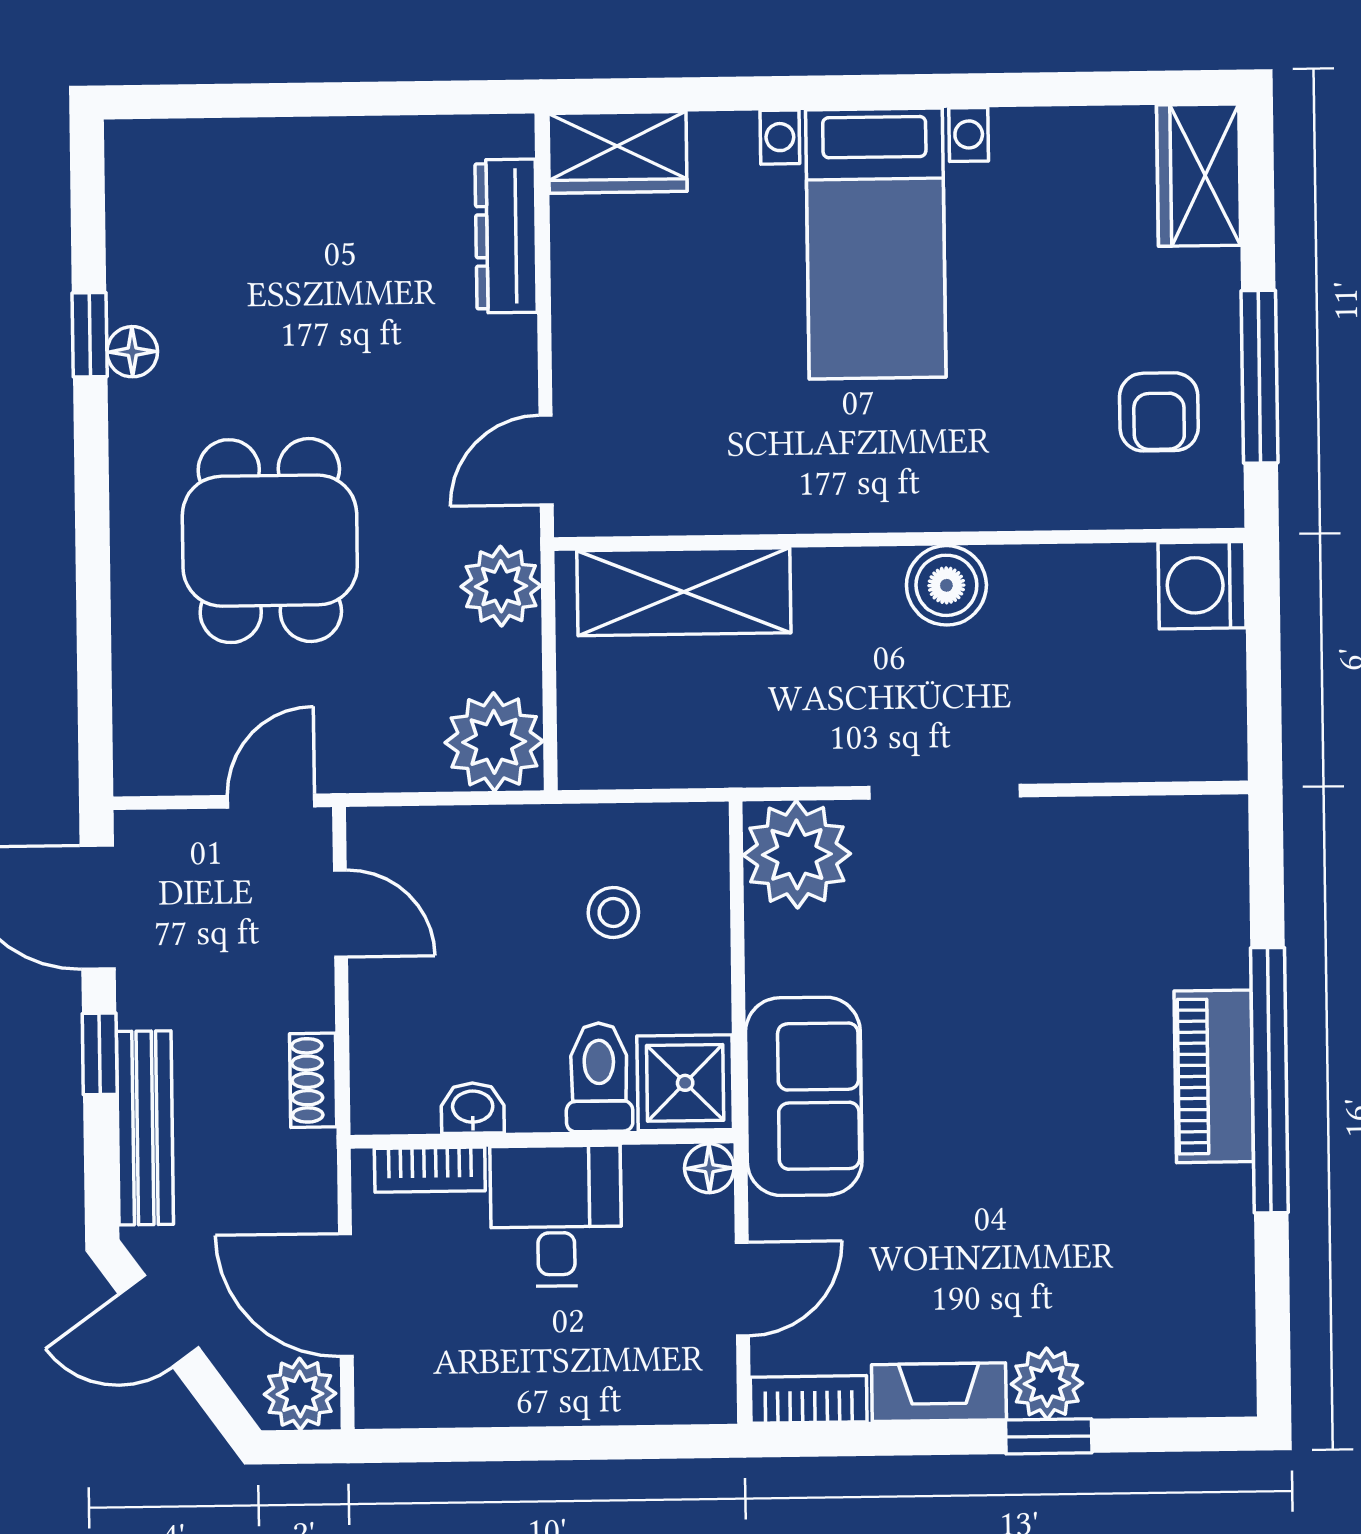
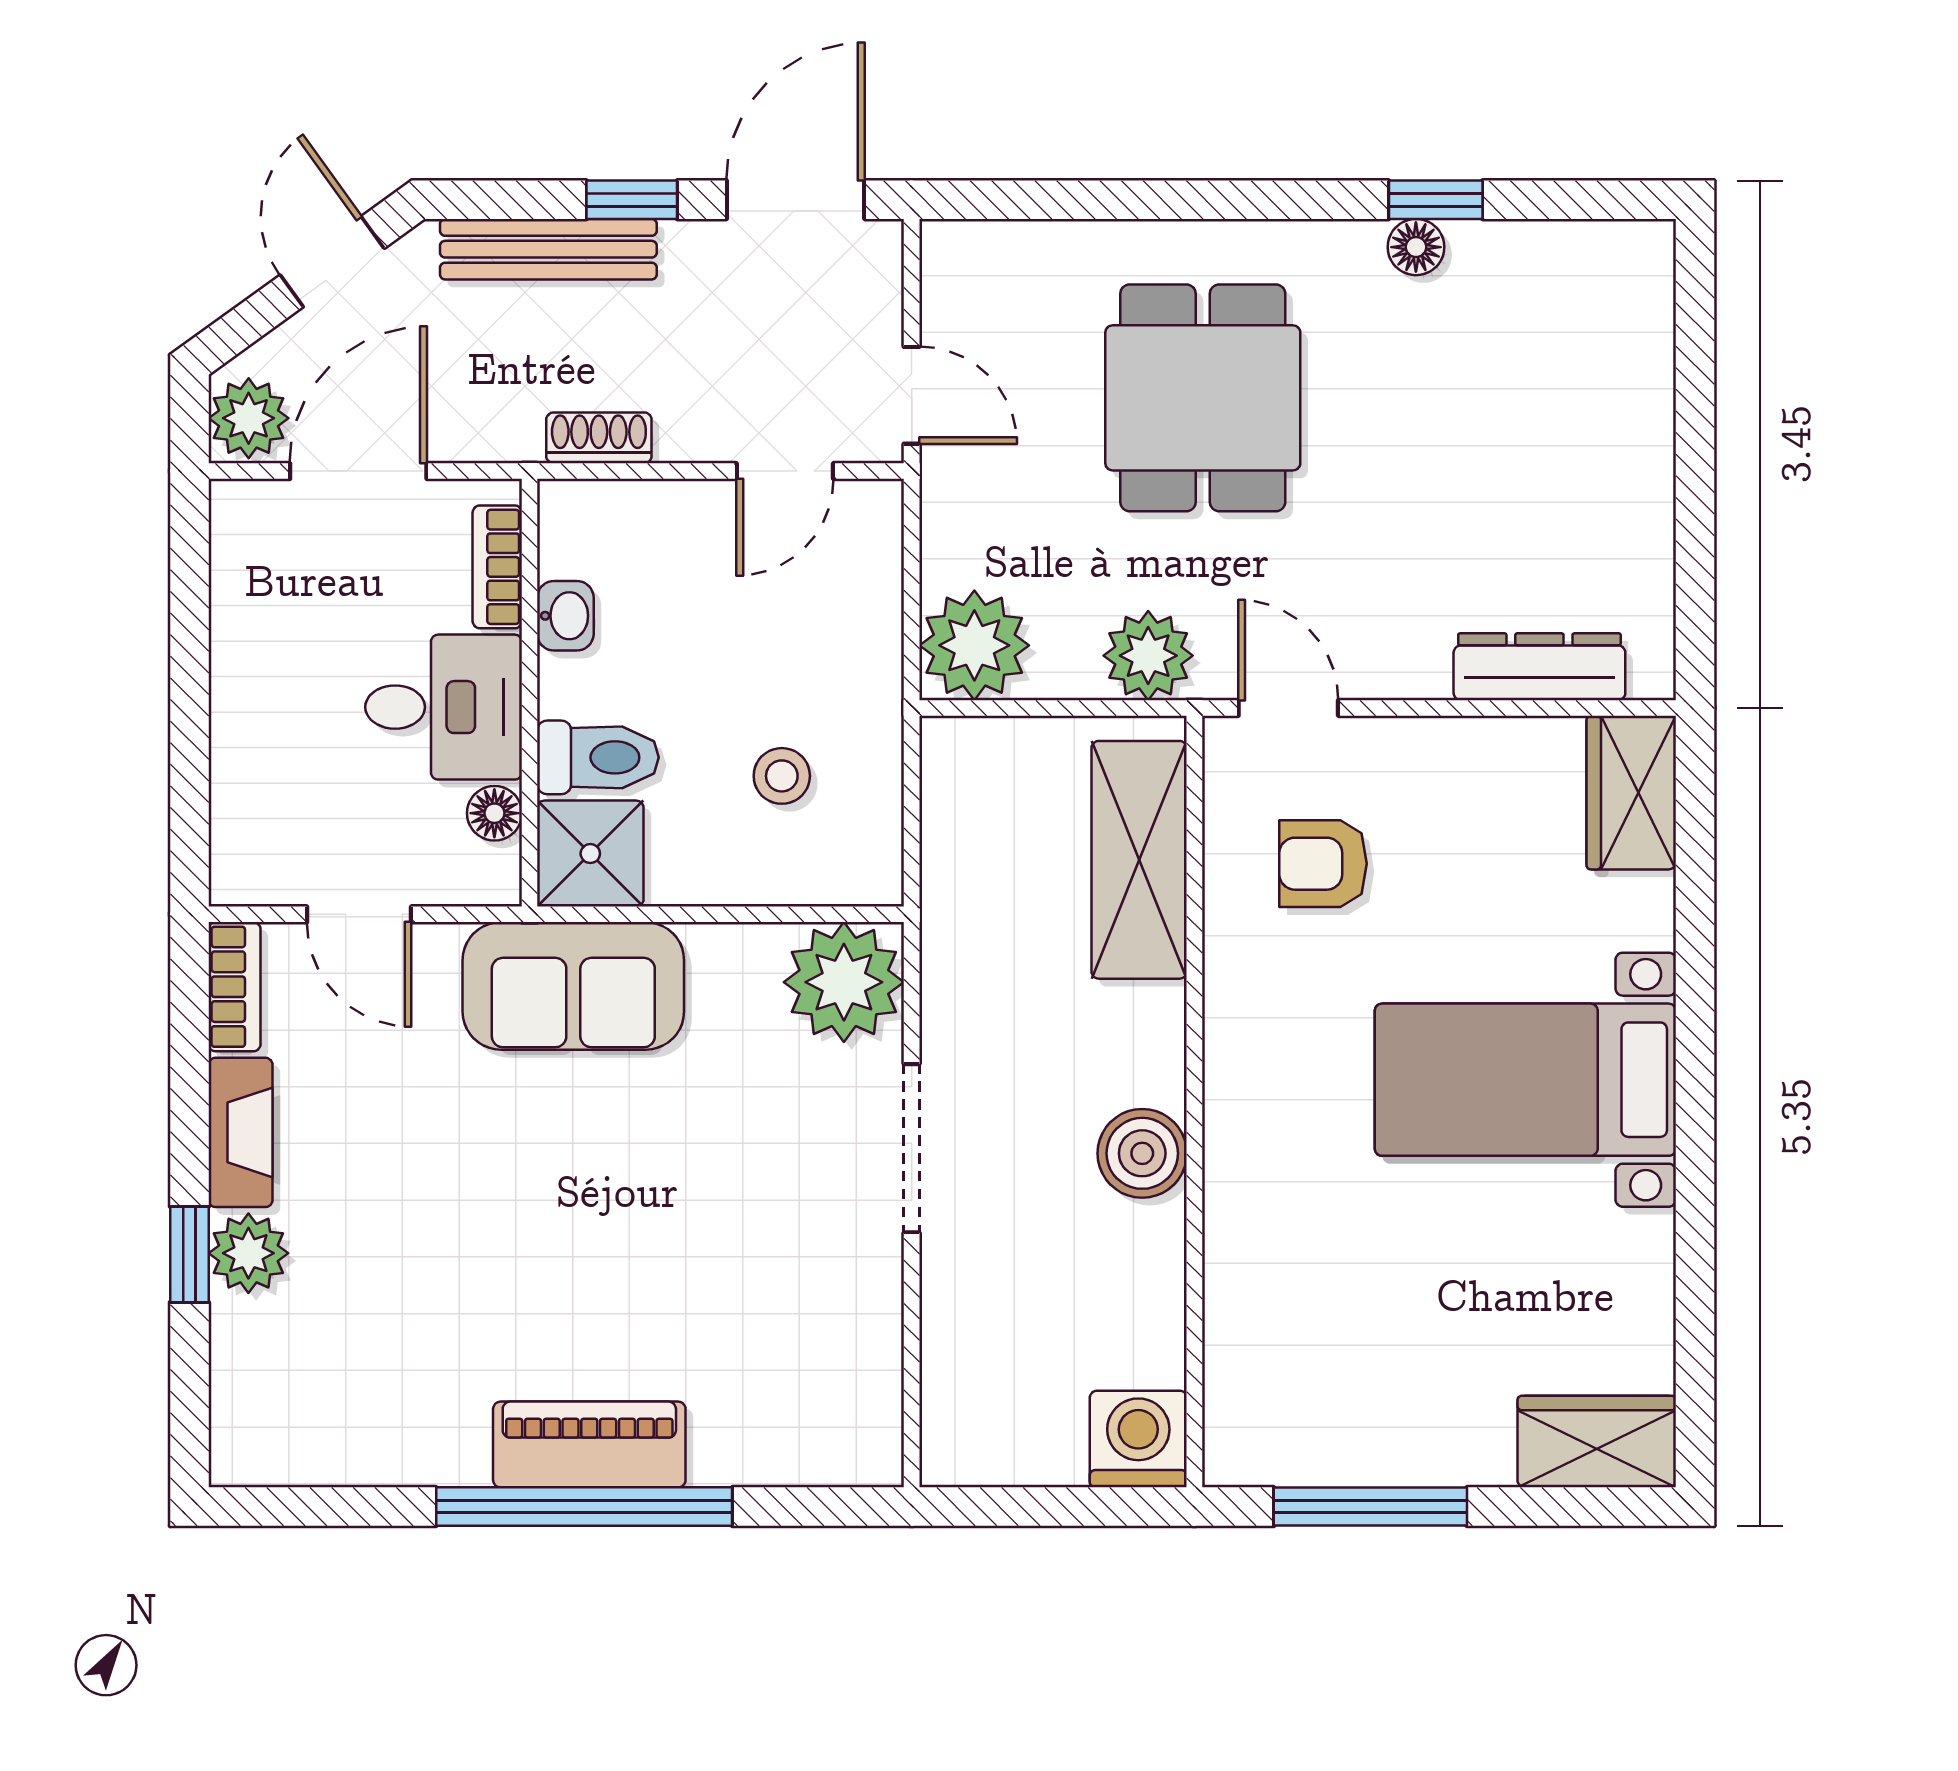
armchair: (1159, 412) -> (1323, 864), moved
dining table: (270, 541) -> (1203, 398), turned 90
floor lamp: (709, 1168) -> (494, 813), moved

